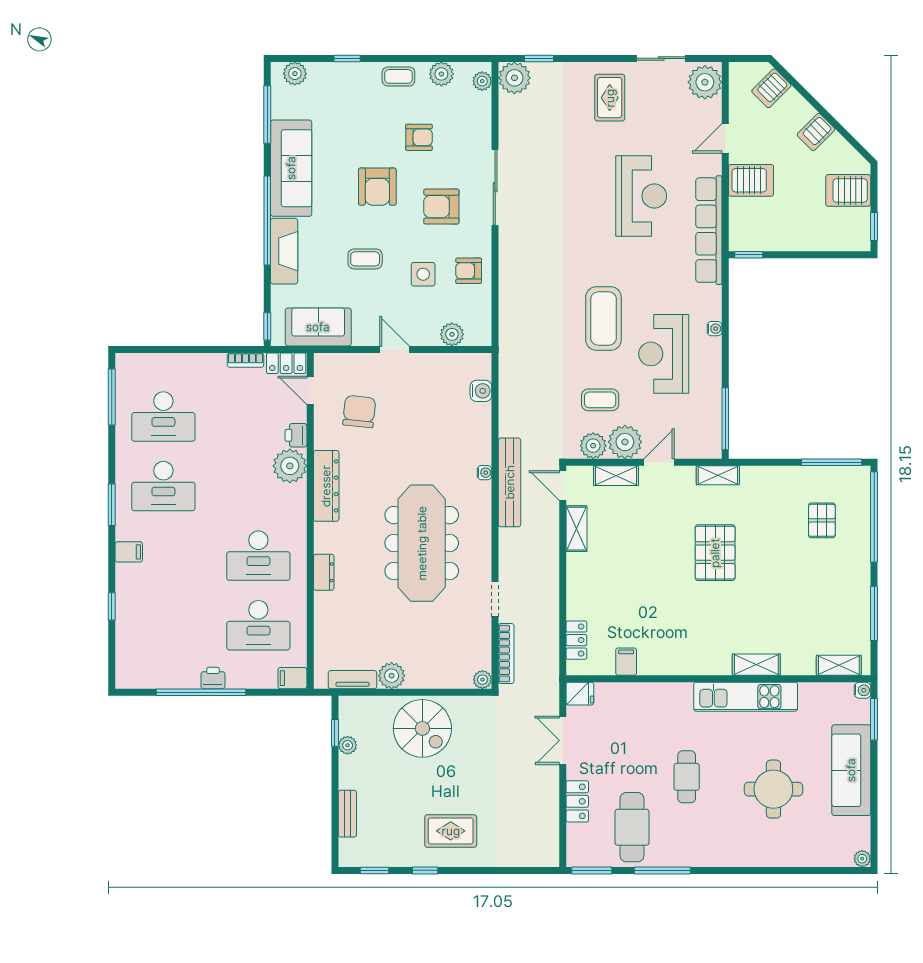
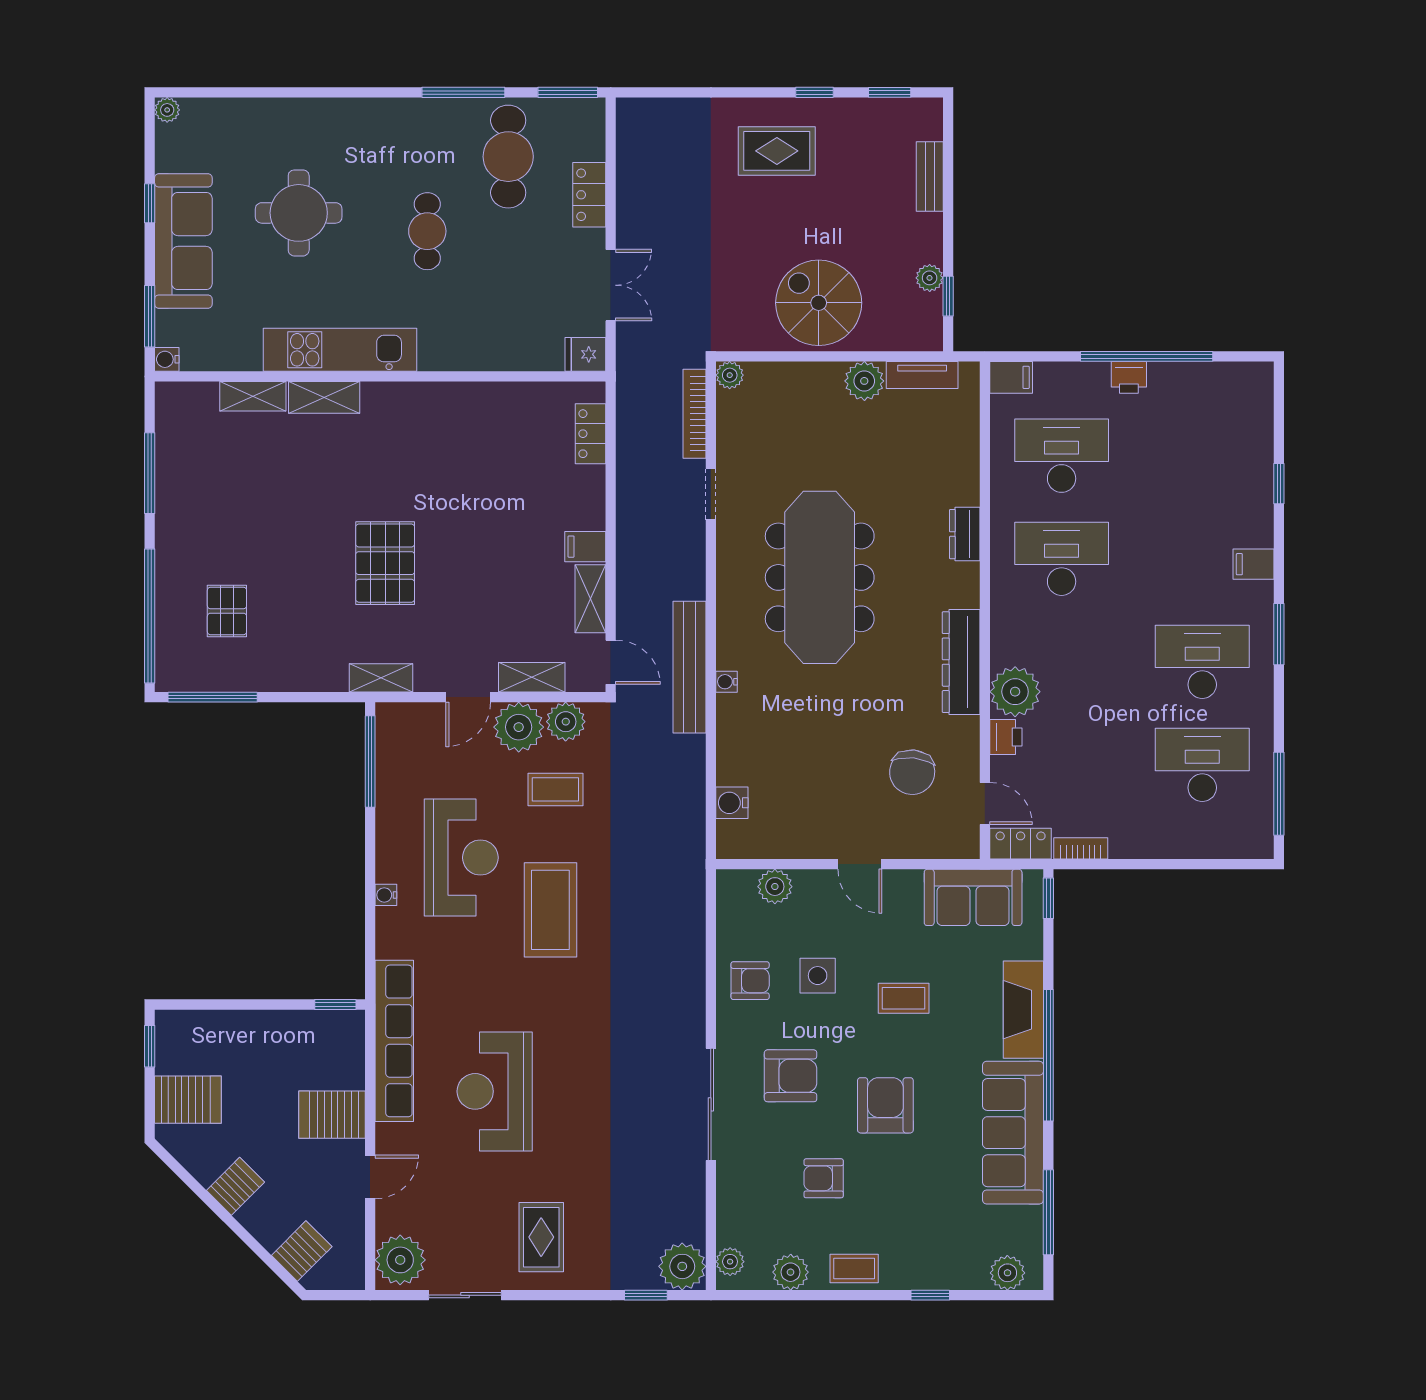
filing cabinet: (626, 662) -> (585, 547), moved, turned 90
shelving: (839, 665) -> (253, 396), moved
window: (874, 796) -> (150, 203), added

